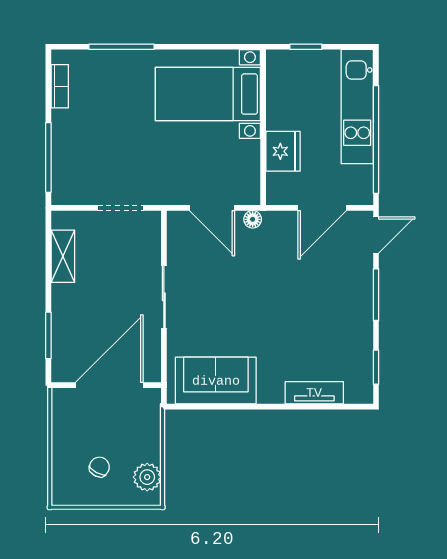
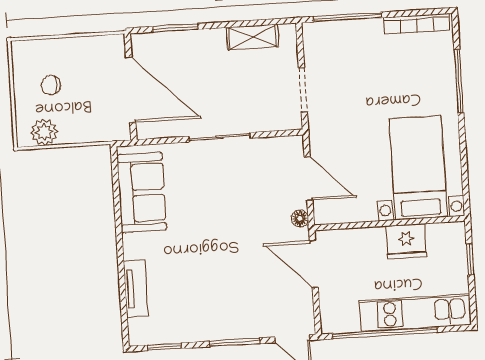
bookcase: (60, 86) -> (417, 24), width x1.56
fridge: (283, 151) -> (406, 241), moved
door: (212, 208) -> (308, 178), swing flipped
door: (322, 208) -> (314, 264), moved
chair: (99, 467) -> (51, 85), turned 152

